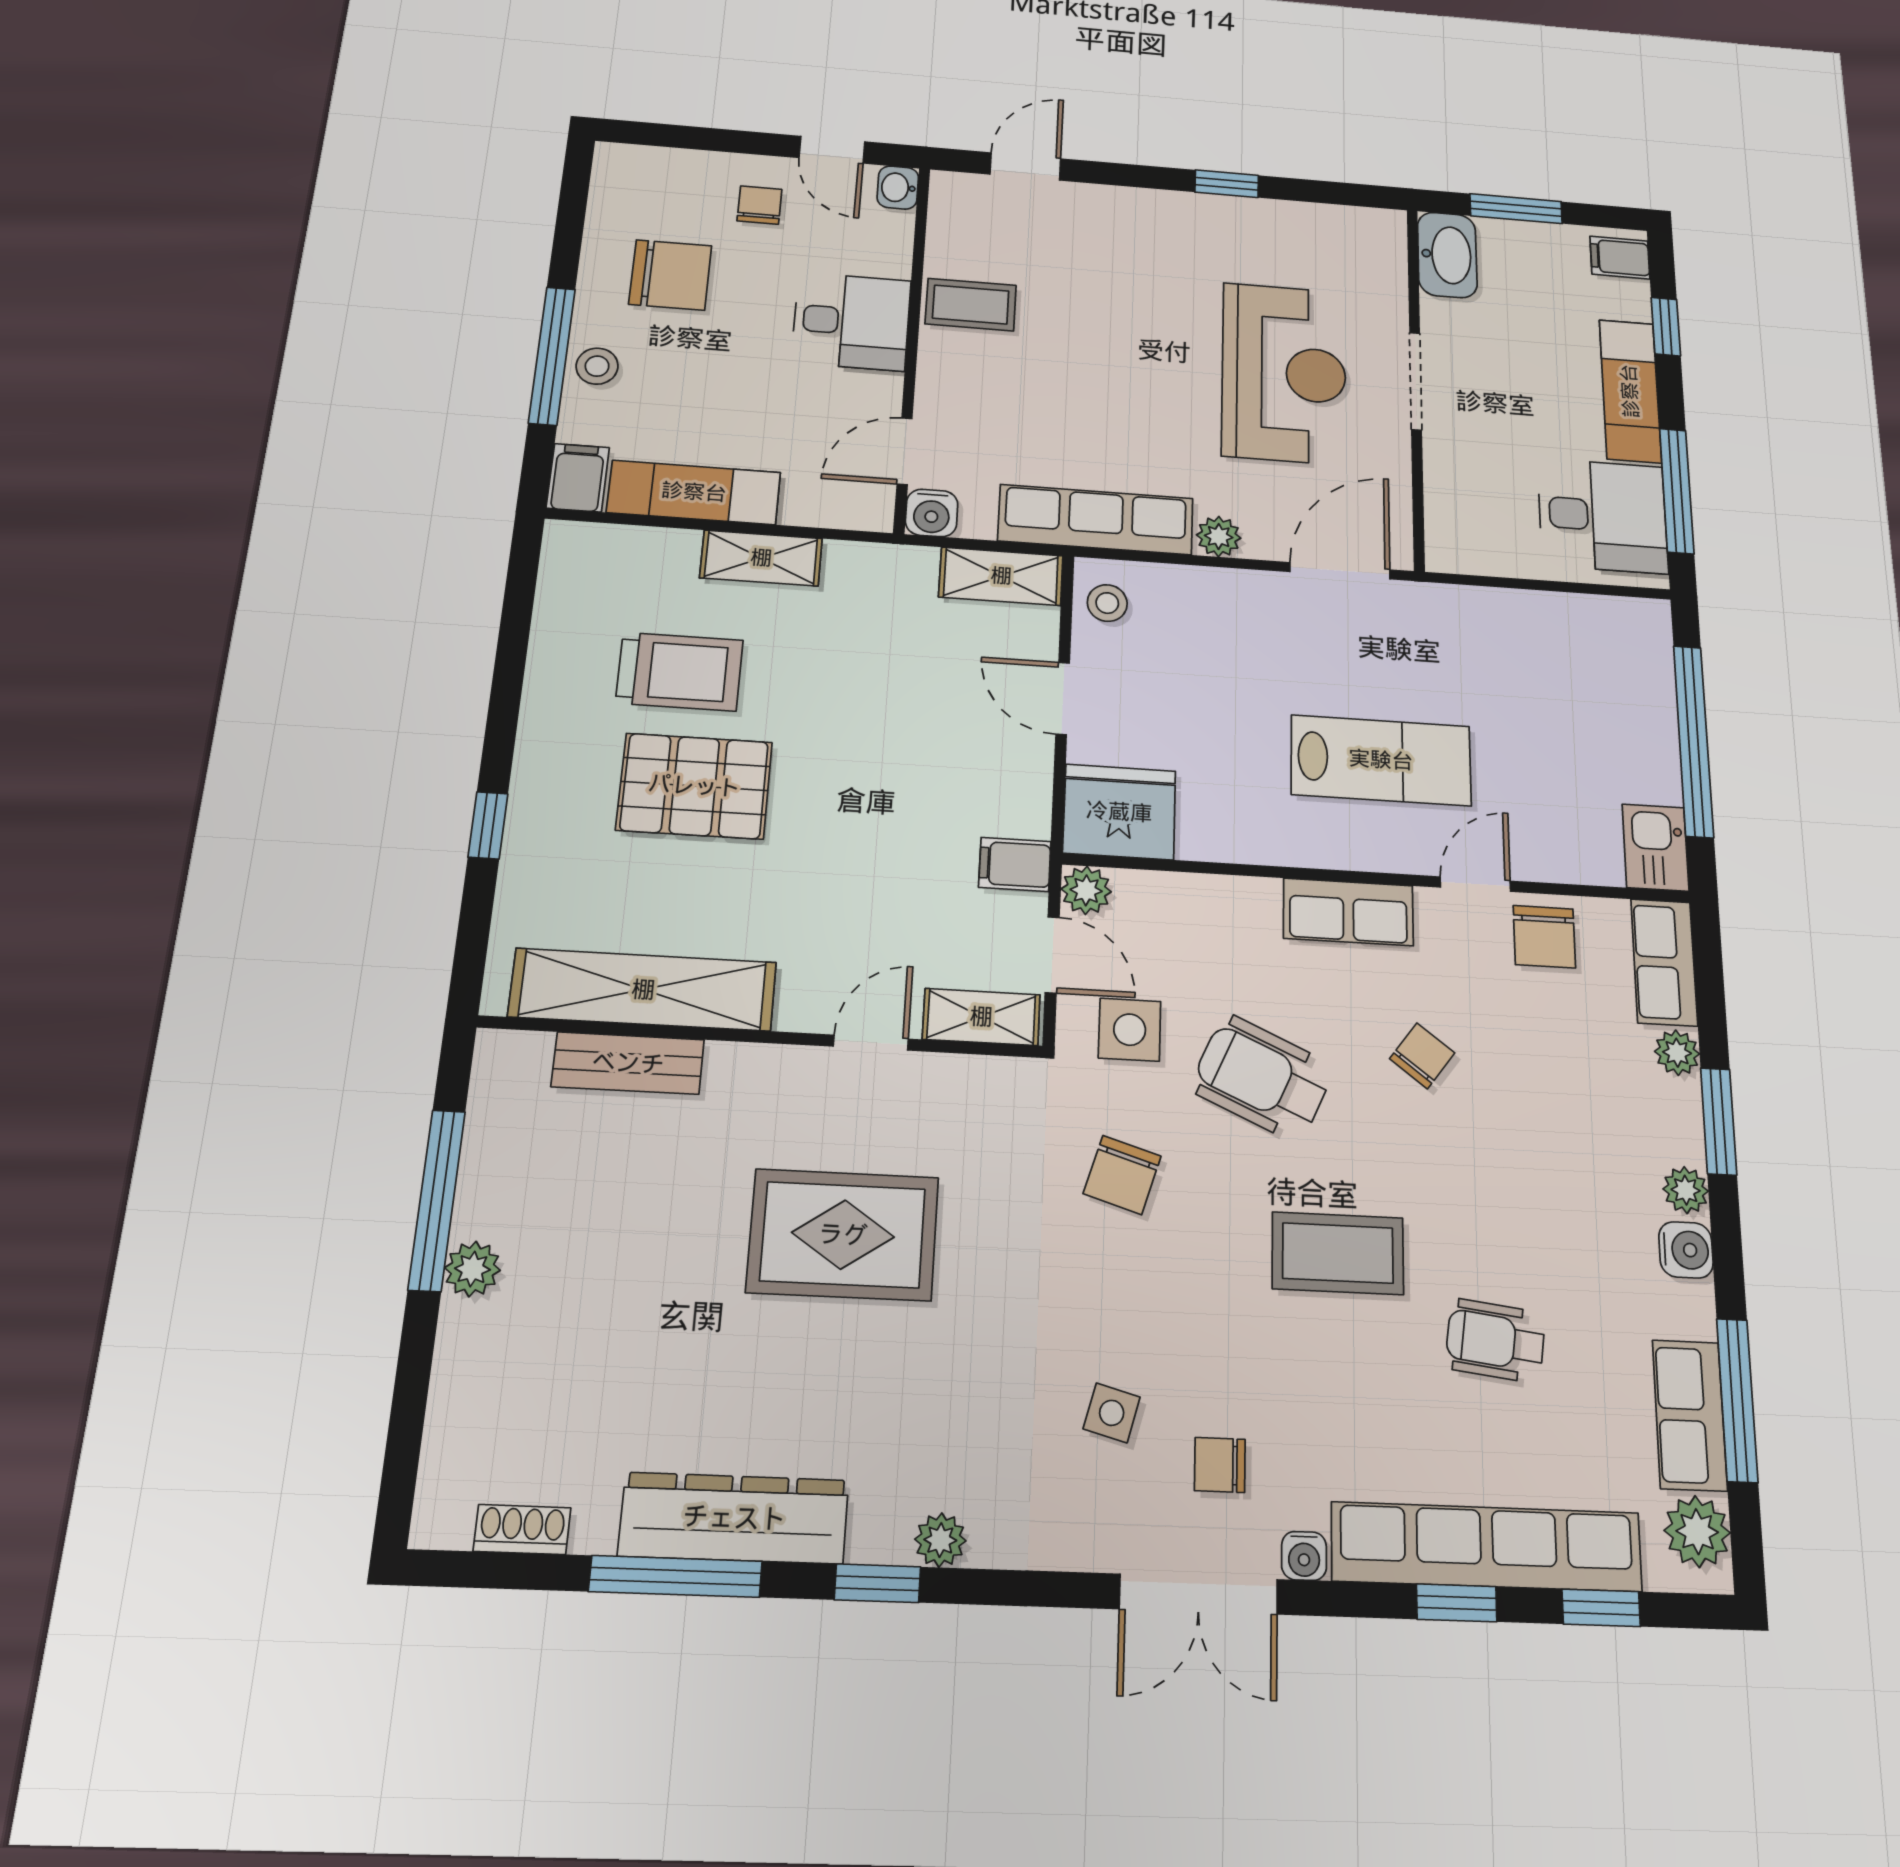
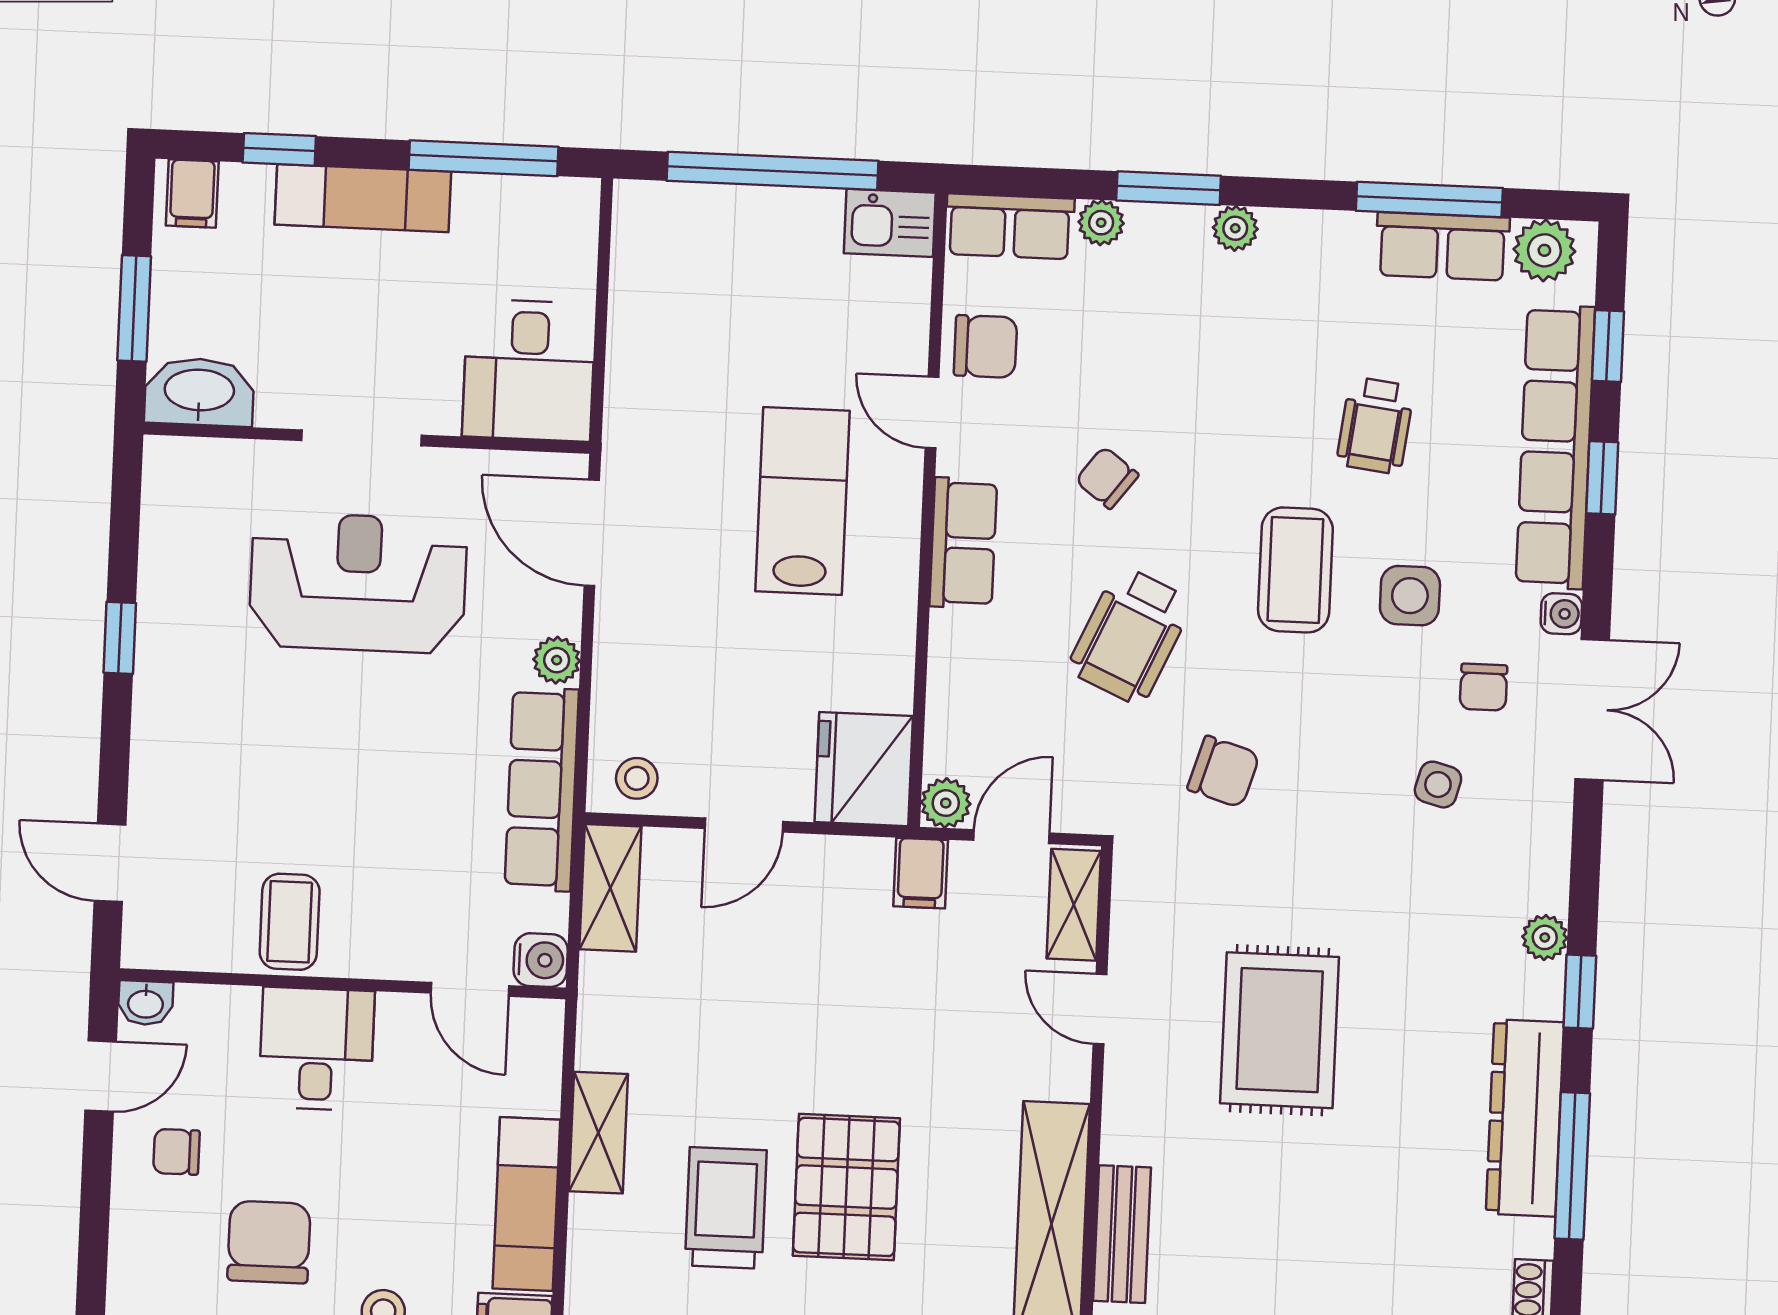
desk: (1603, 516) -> (529, 370), moved, turned 180
side table: (1130, 1030) -> (1410, 596), moved
water cooler: (1686, 1250) -> (1292, 234), removed

